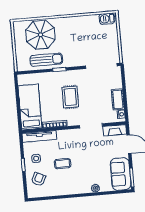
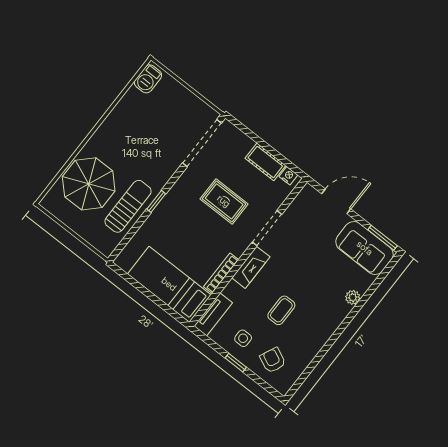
rug: (70, 97) -> (224, 201), moved
fireplace: (115, 130) -> (251, 267), moved
tv unit: (39, 136) -> (213, 314), width x0.71

